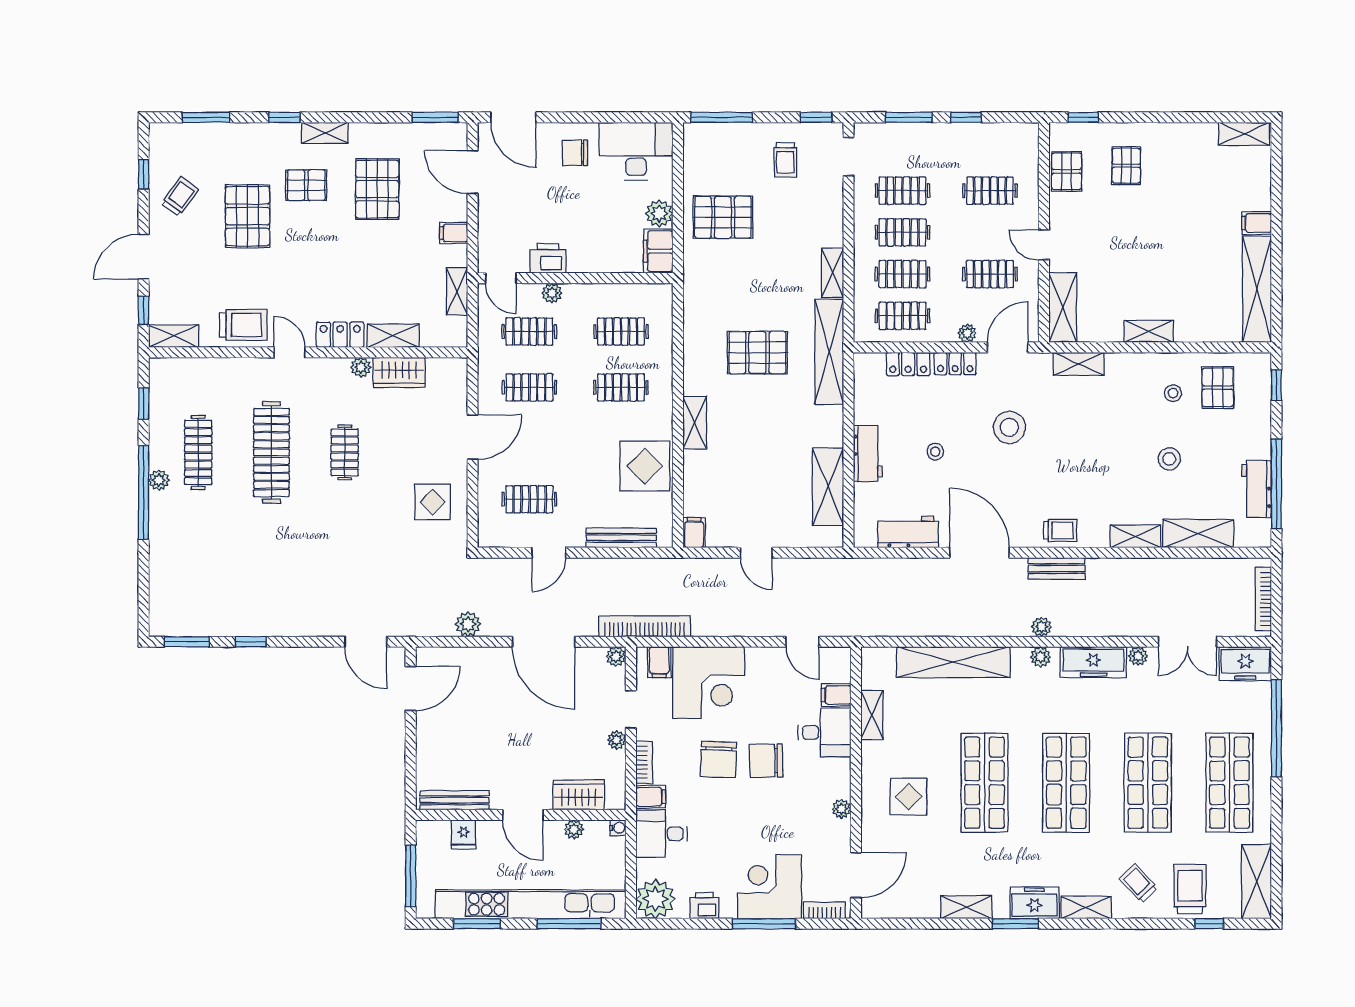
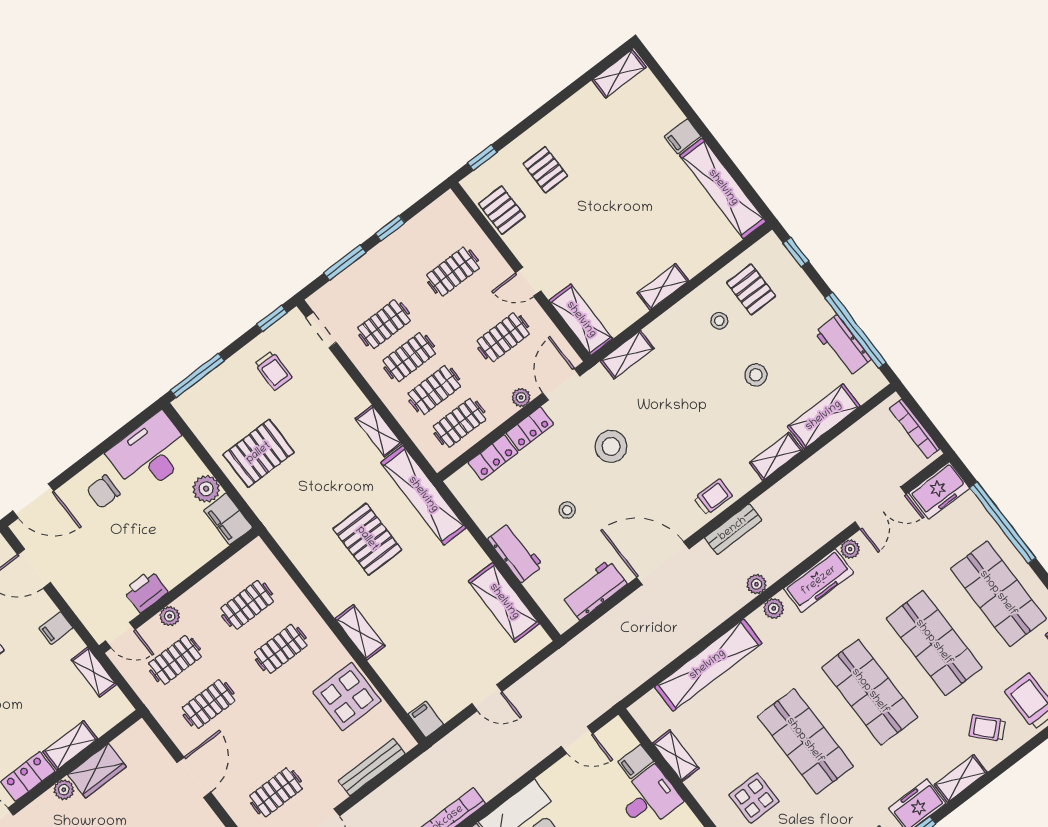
pallet: (757, 353) -> (367, 539), turned 90

